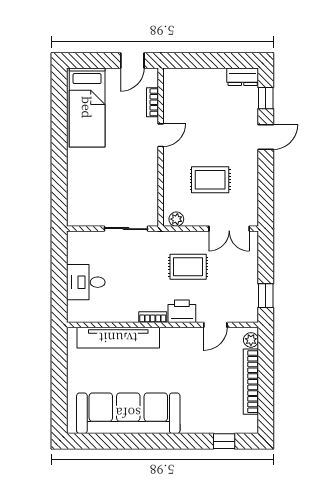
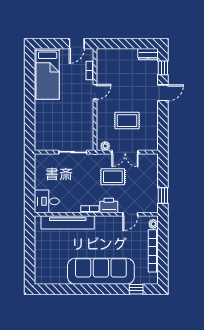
double door: (229, 229) -> (125, 152), moved
desk: (86, 282) -> (47, 201), moved
sofa: (128, 413) -> (101, 271), moved

